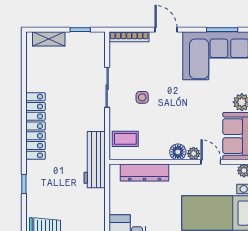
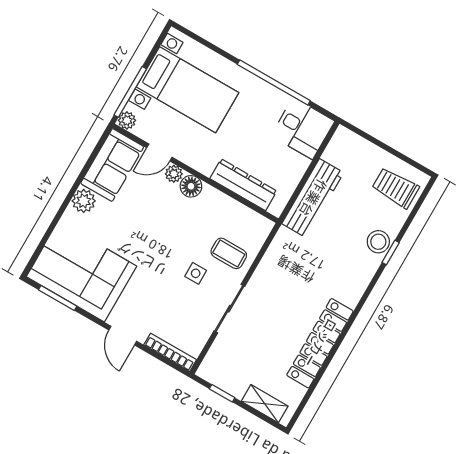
locker: (36, 126) -> (320, 343), moved
coffee table: (125, 139) -> (229, 253), moved
workbench: (95, 160) -> (313, 198), moved
door: (211, 162) -> (159, 152), hinge flipped
stool: (36, 186) -> (378, 242), added

